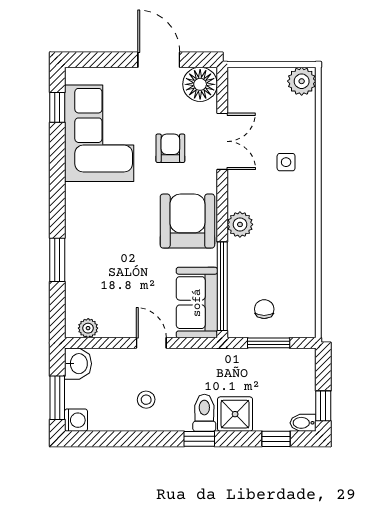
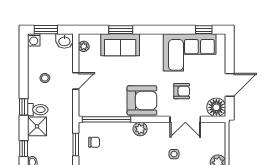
sofa: (197, 303) -> (120, 45), moved, turned 180

